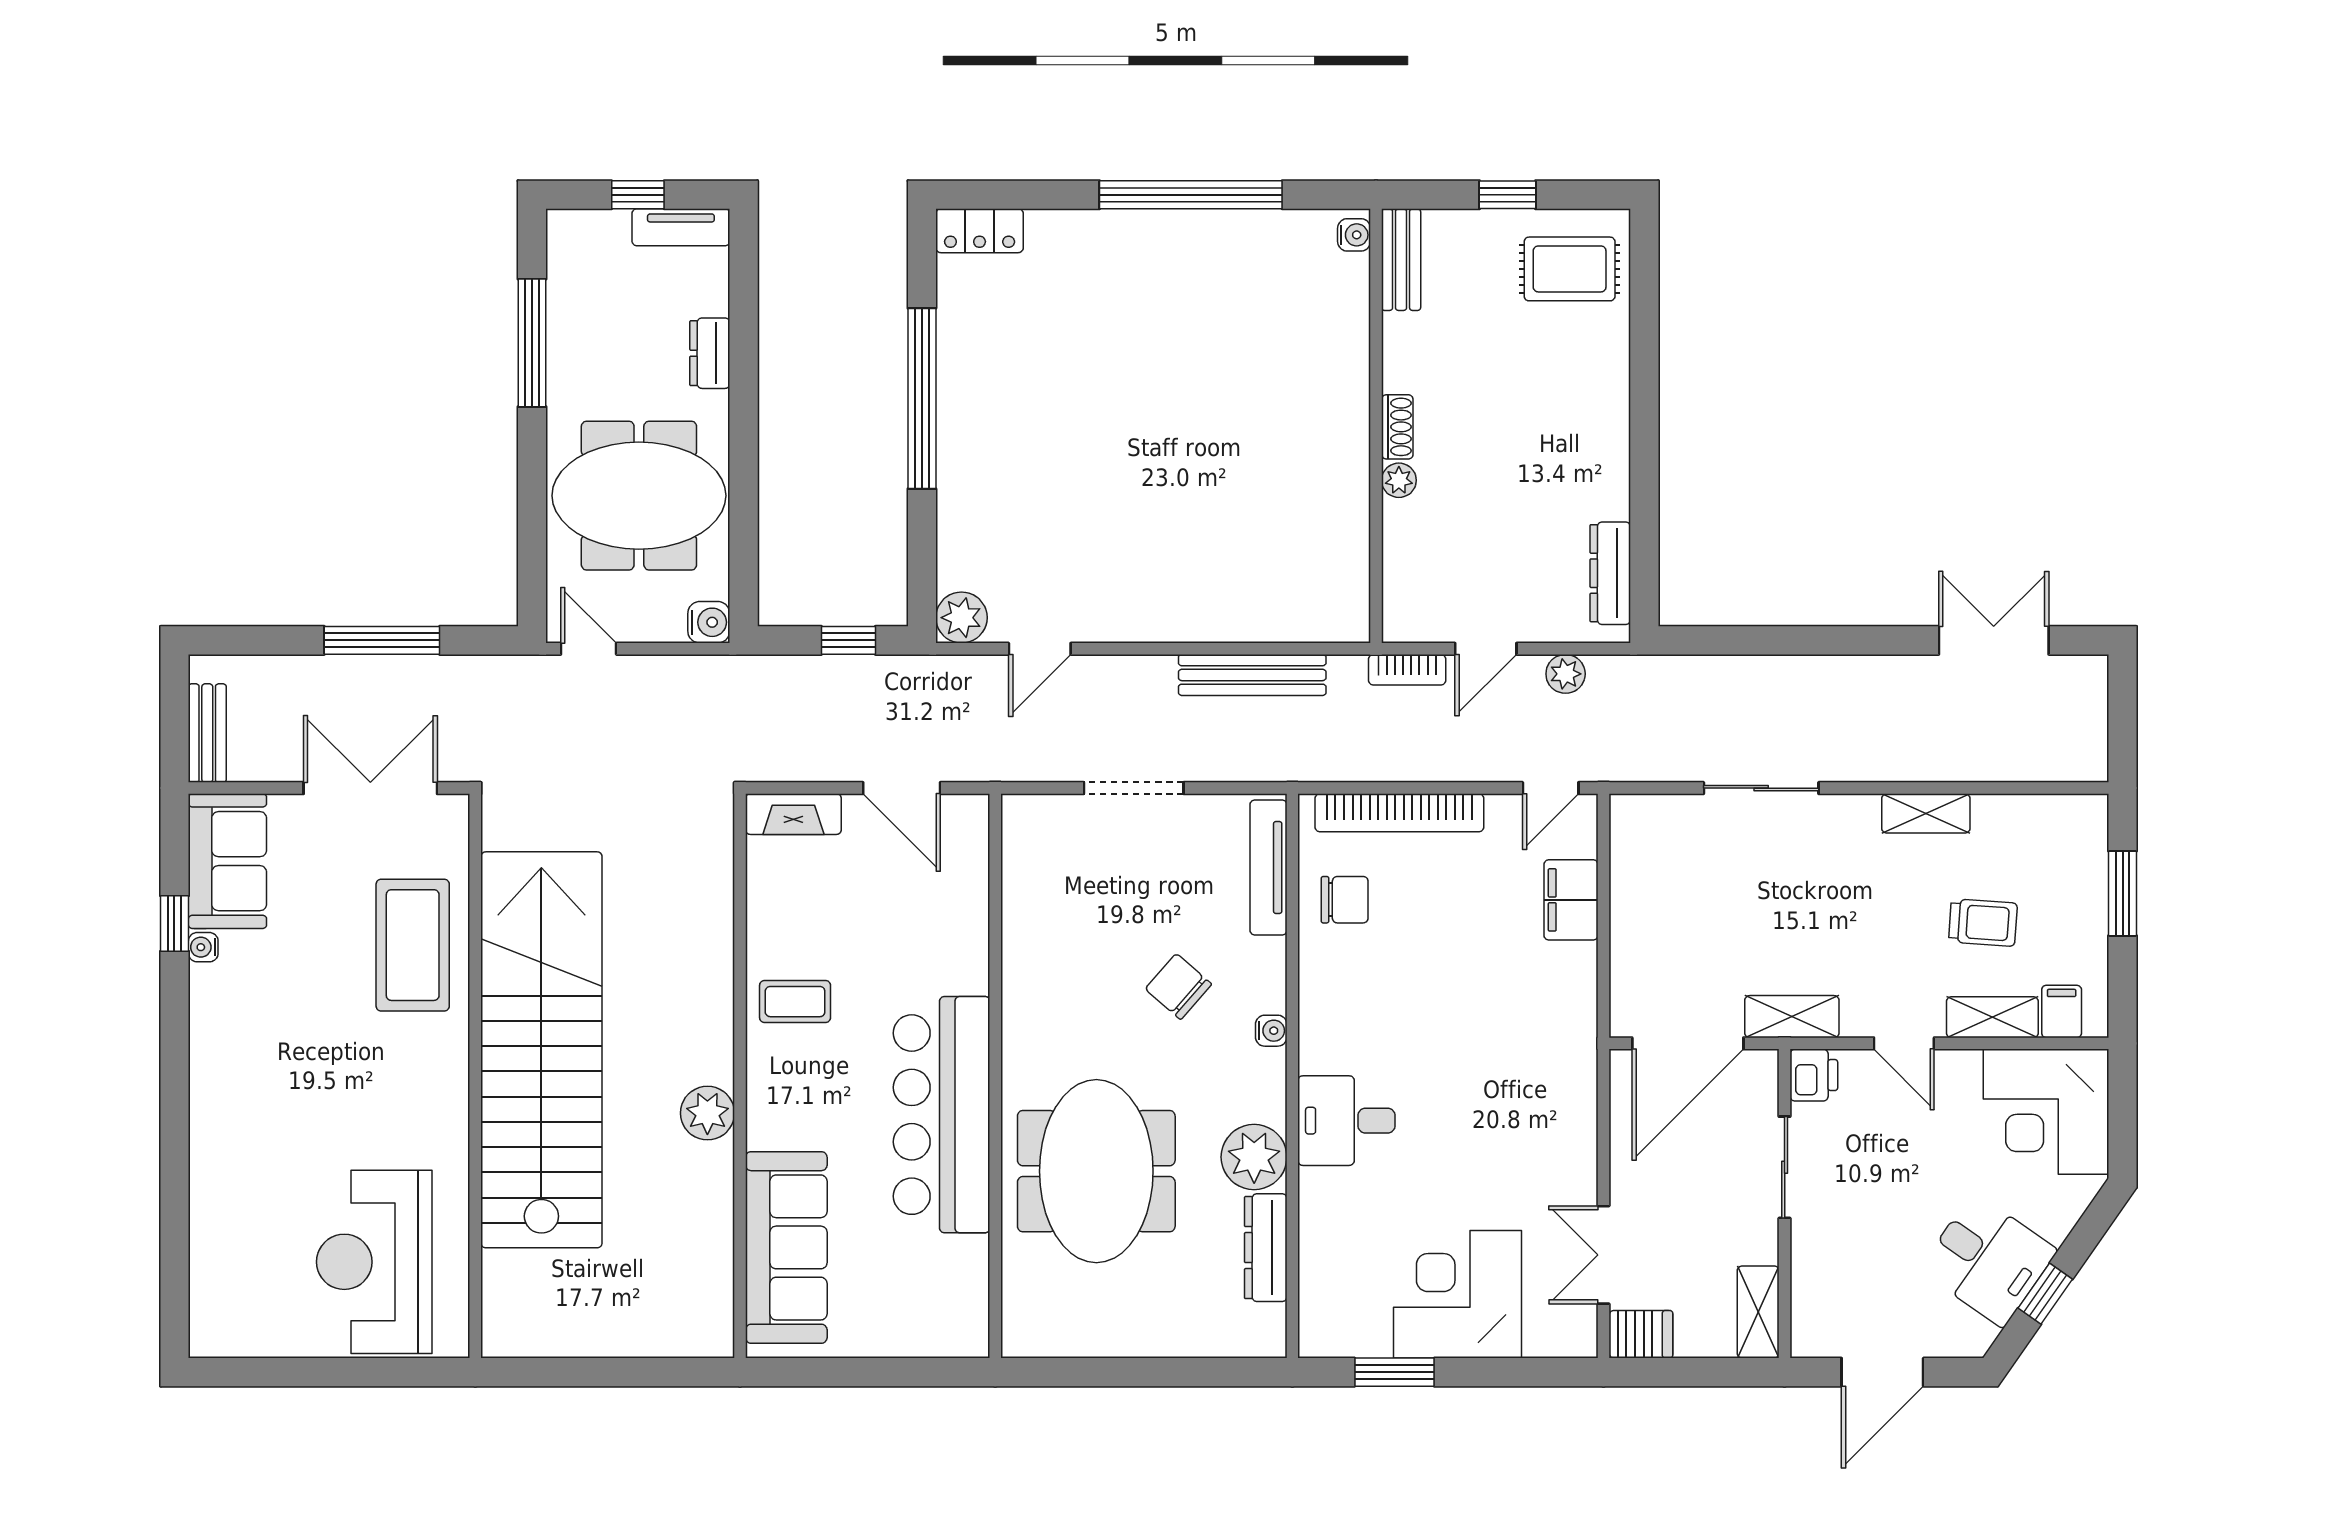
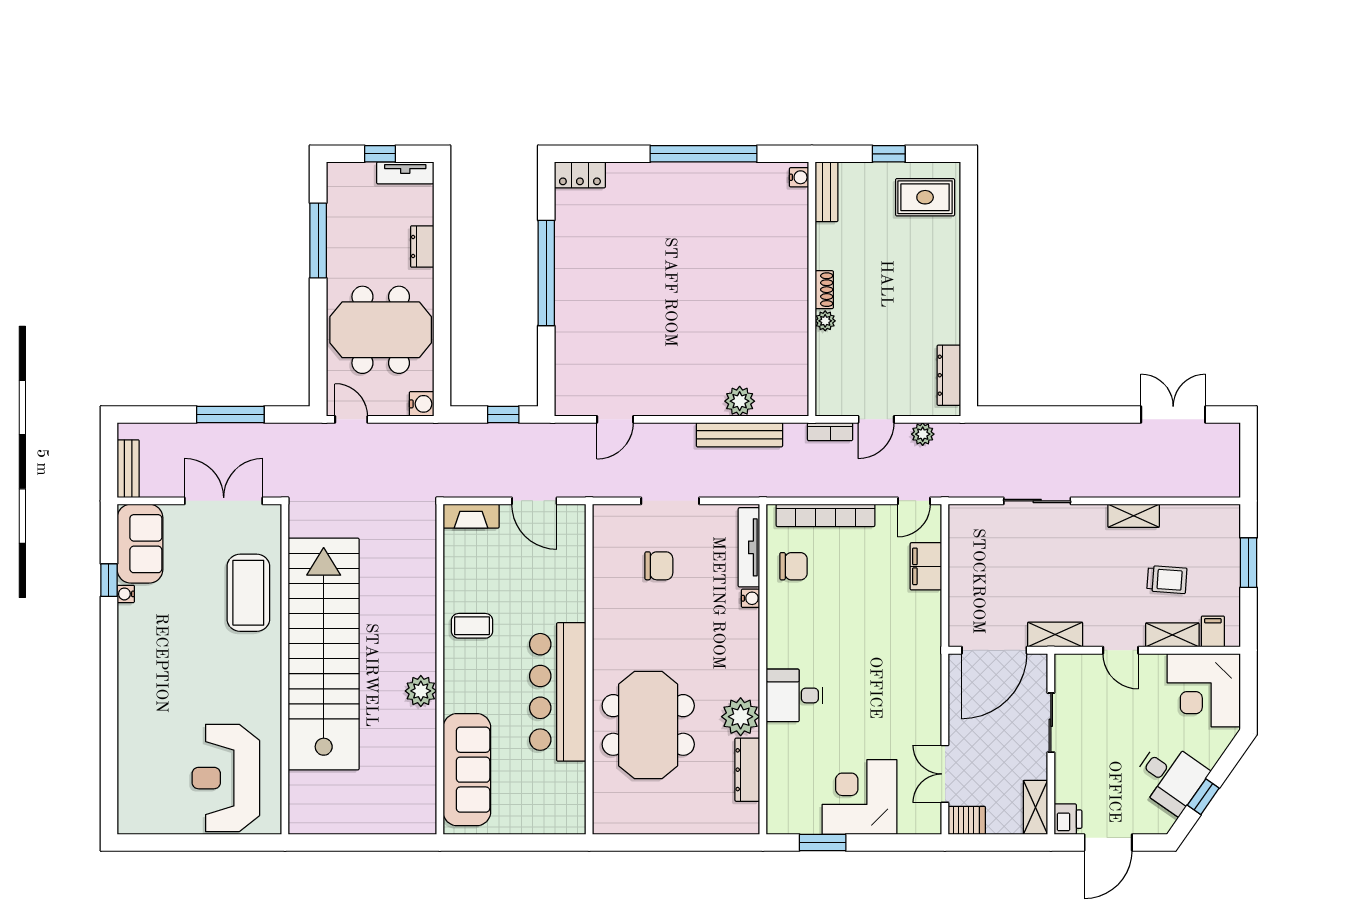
plant: (961, 618) -> (740, 401), moved
chair: (1178, 987) -> (659, 566), moved, turned 139
water cooler: (1271, 1031) -> (751, 598), moved
printer: (1814, 1075) -> (1068, 819), moved

